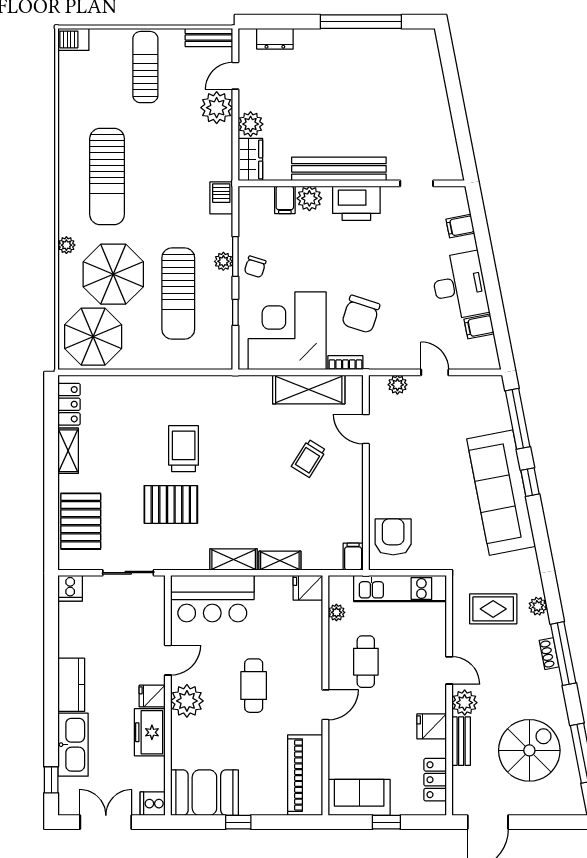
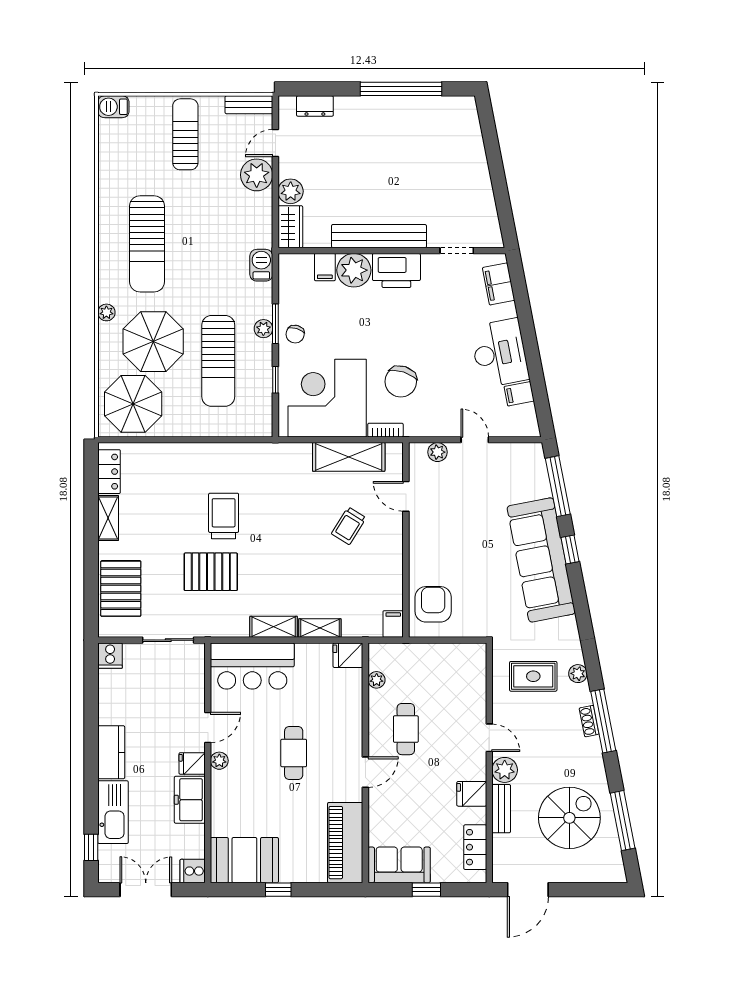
plant: (309, 198) -> (354, 270), width x1.36, depth x1.36
filing cabinet: (460, 226) -> (499, 284), width x2.00
kitchen unit: (400, 589) -> (440, 656), removed
plant: (187, 701) -> (219, 761), width x0.53, depth x0.53

